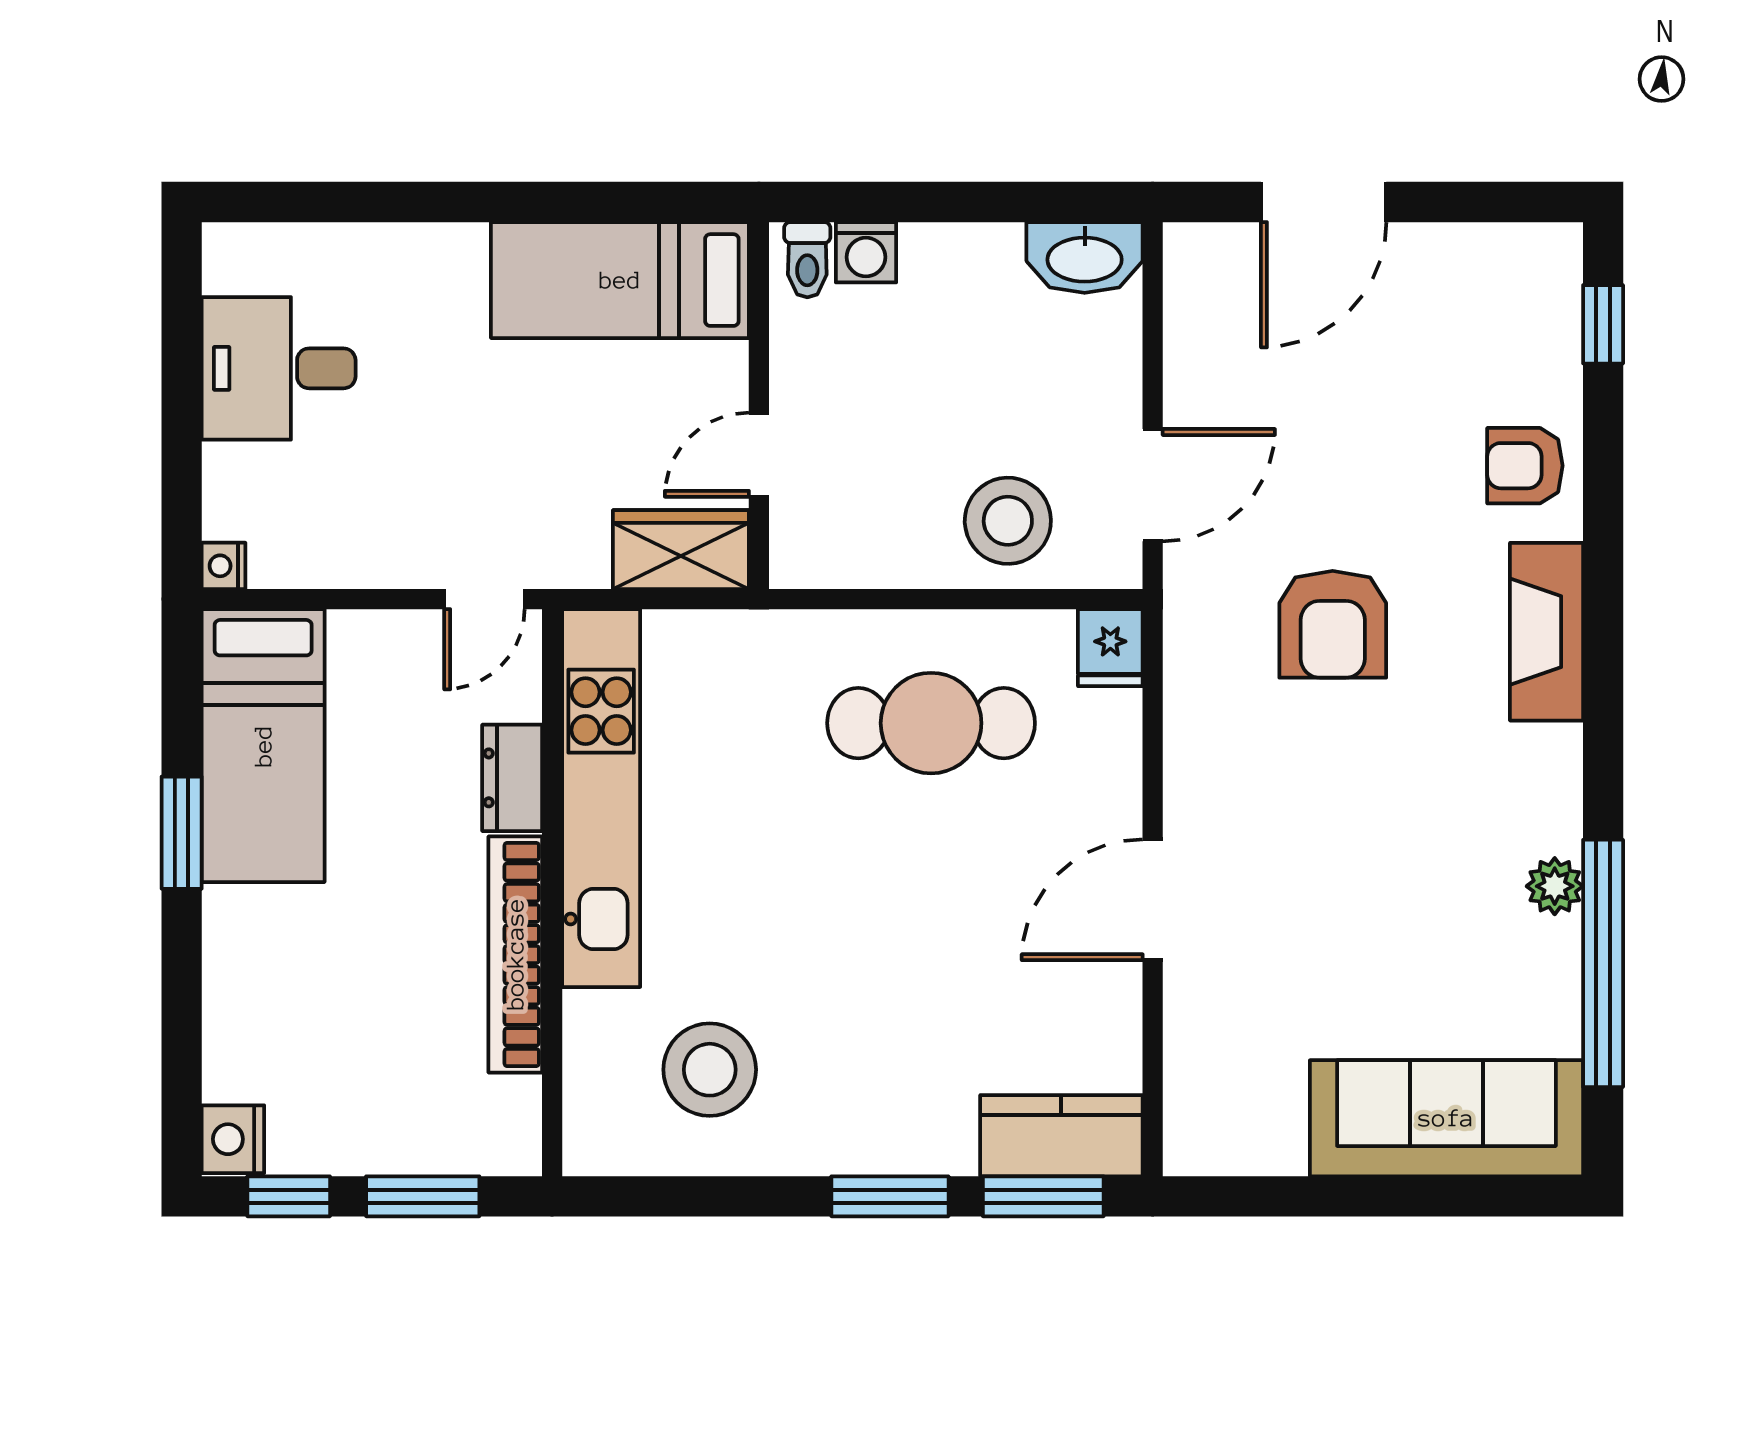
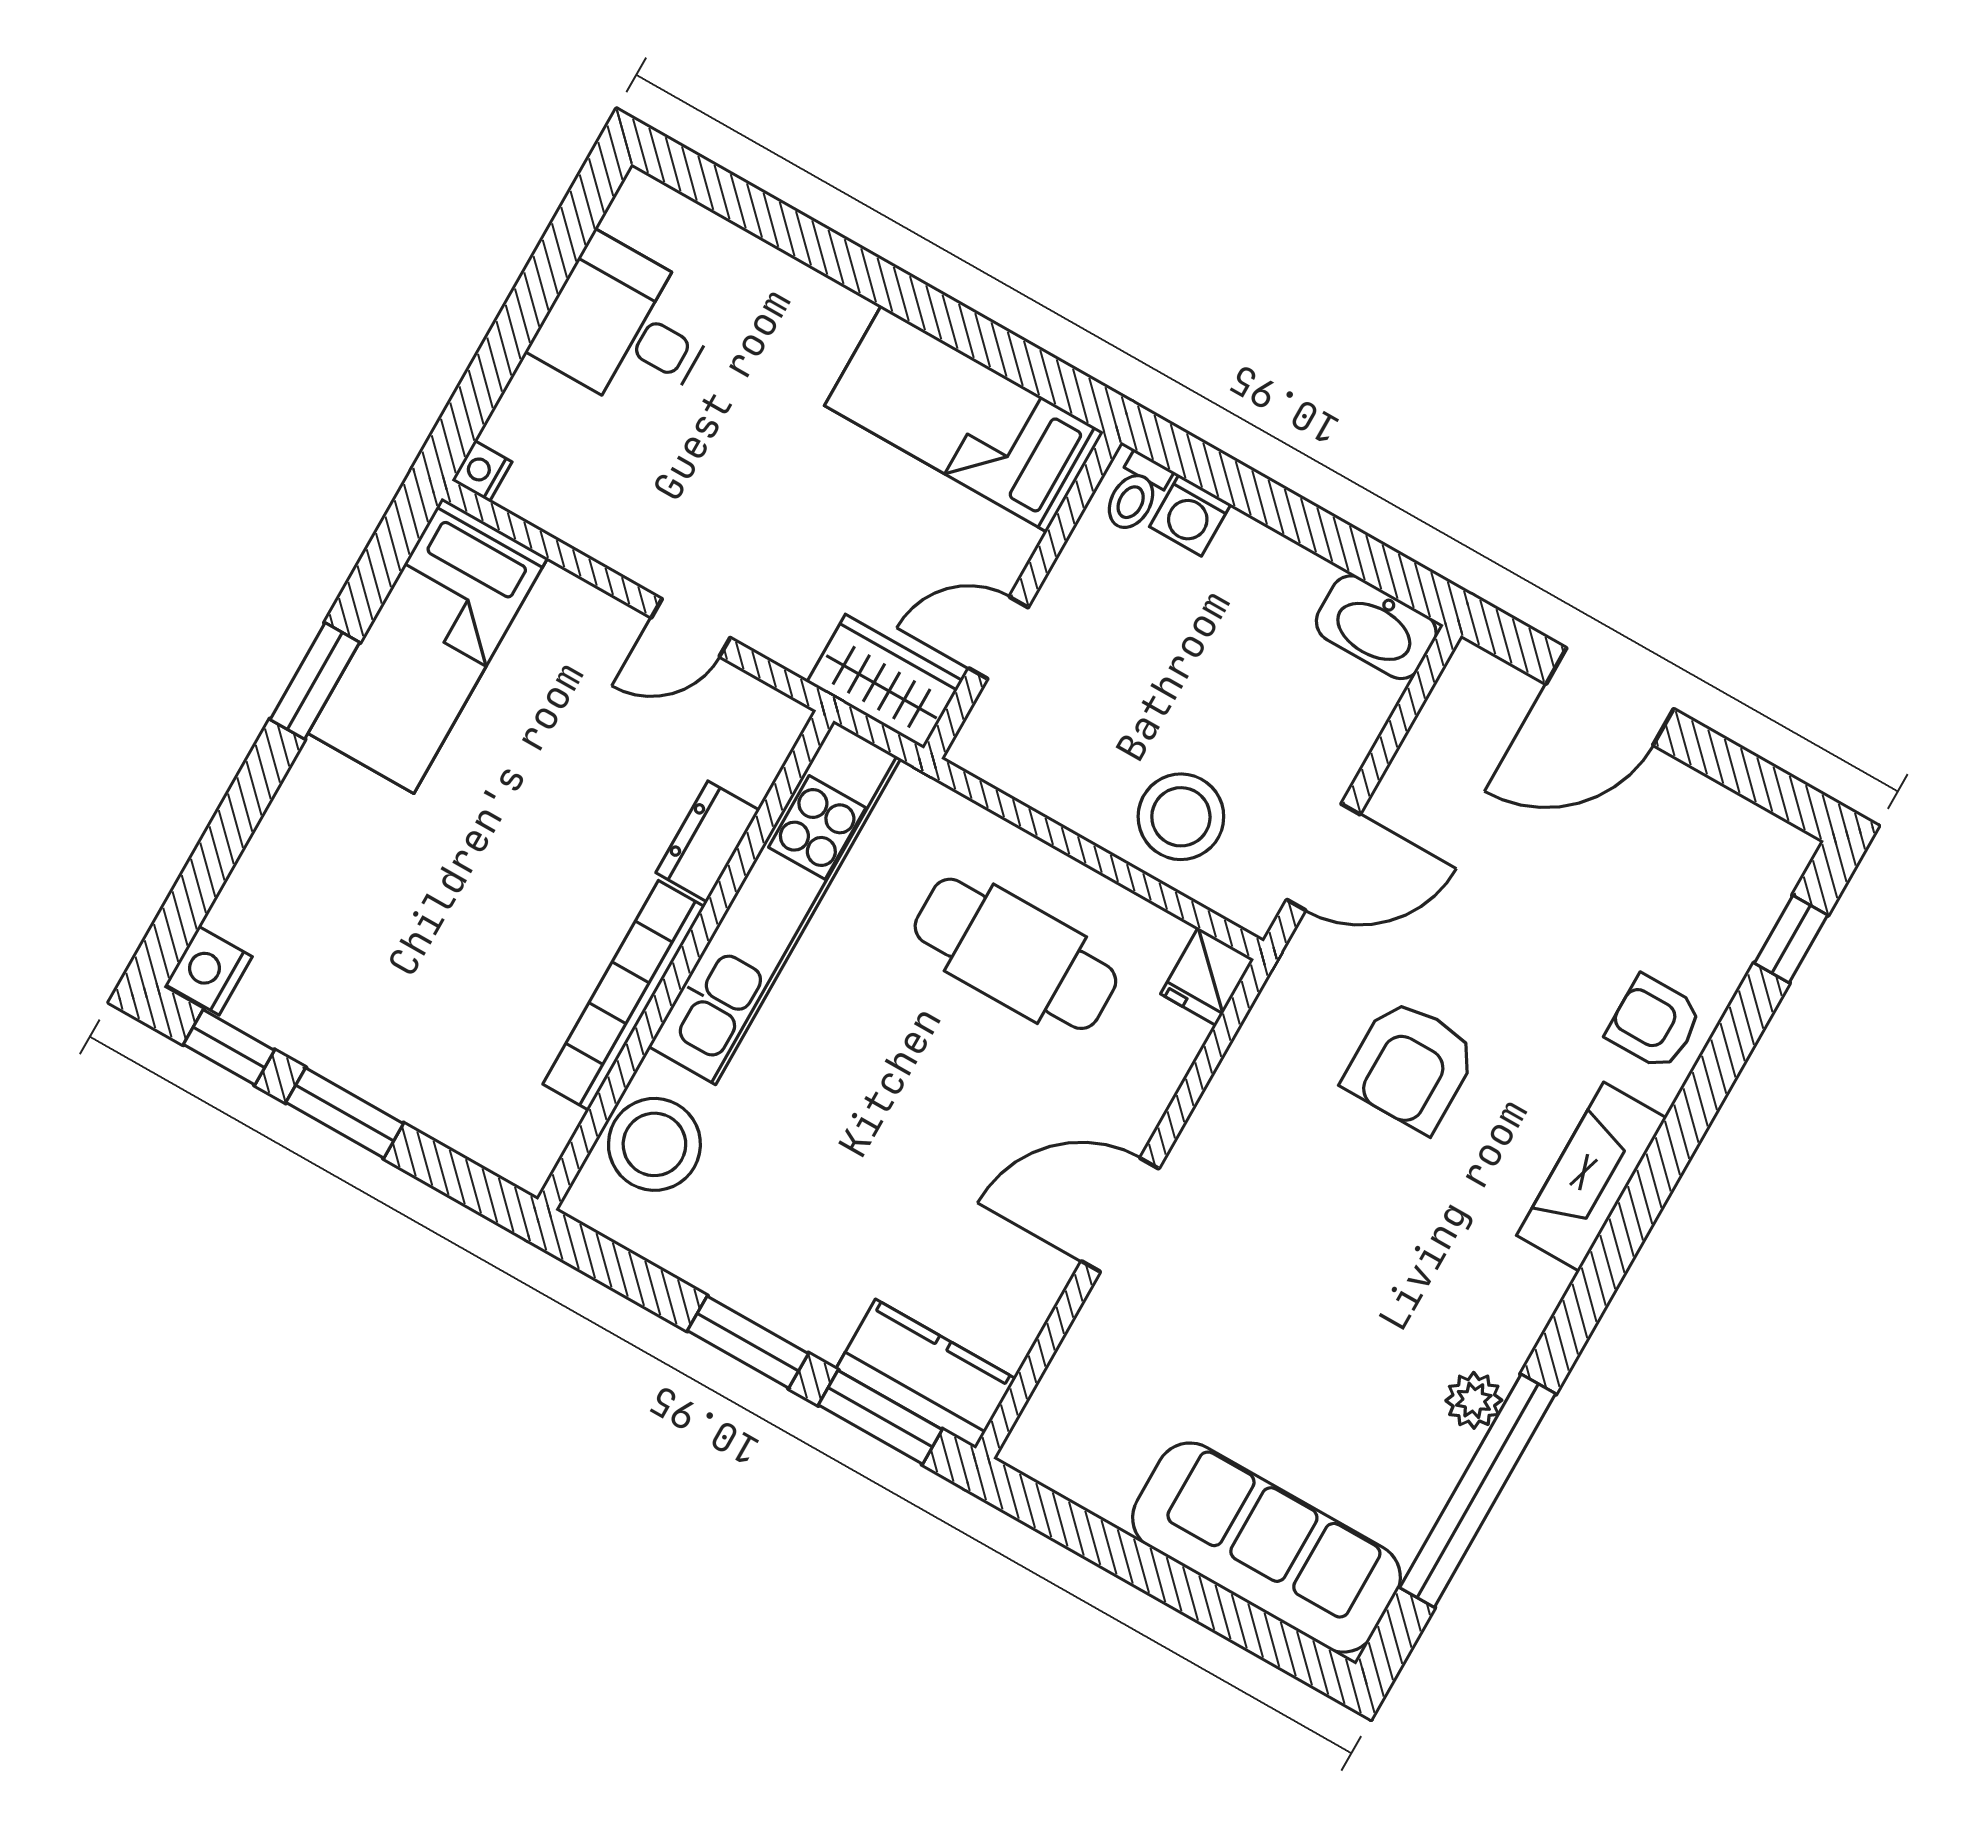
dresser: (512, 778) -> (708, 841), moved
kitchen unit: (601, 798) -> (775, 903), moved
wall: (552, 893) -> (686, 960), moved
bookcase: (515, 954) -> (624, 995), moved

